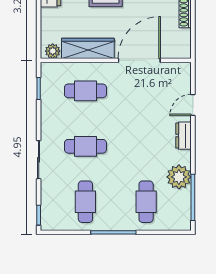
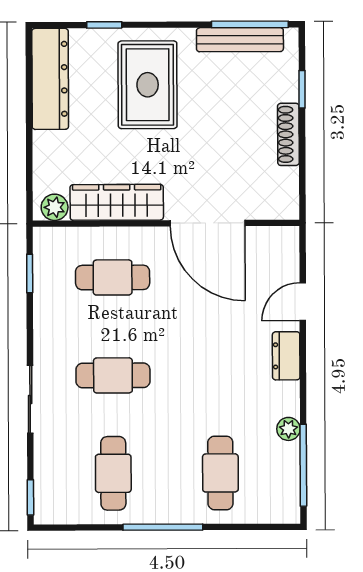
door: (139, 60) -> (208, 223), swing flipped
plant: (179, 177) -> (288, 429), width x0.53, depth x0.53

